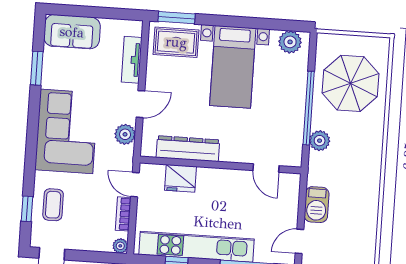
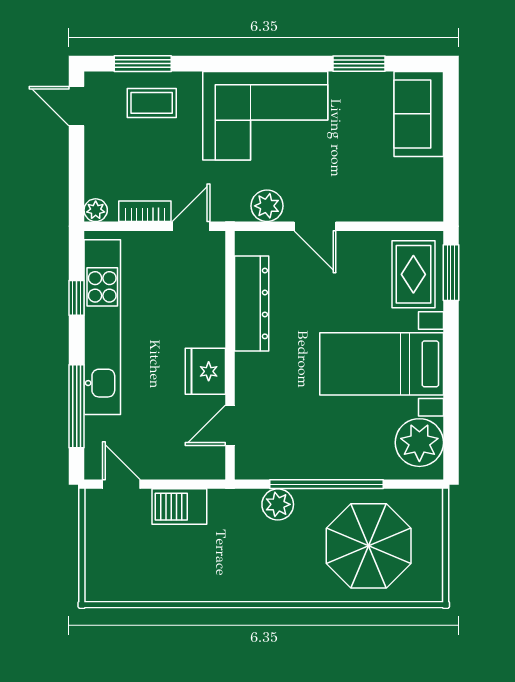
plant: (290, 42) -> (419, 443), width x1.36, depth x1.36
tv unit: (132, 60) -> (382, 208), removed
fridge: (181, 178) -> (205, 371), moved
window: (27, 209) -> (143, 64), width x1.50

